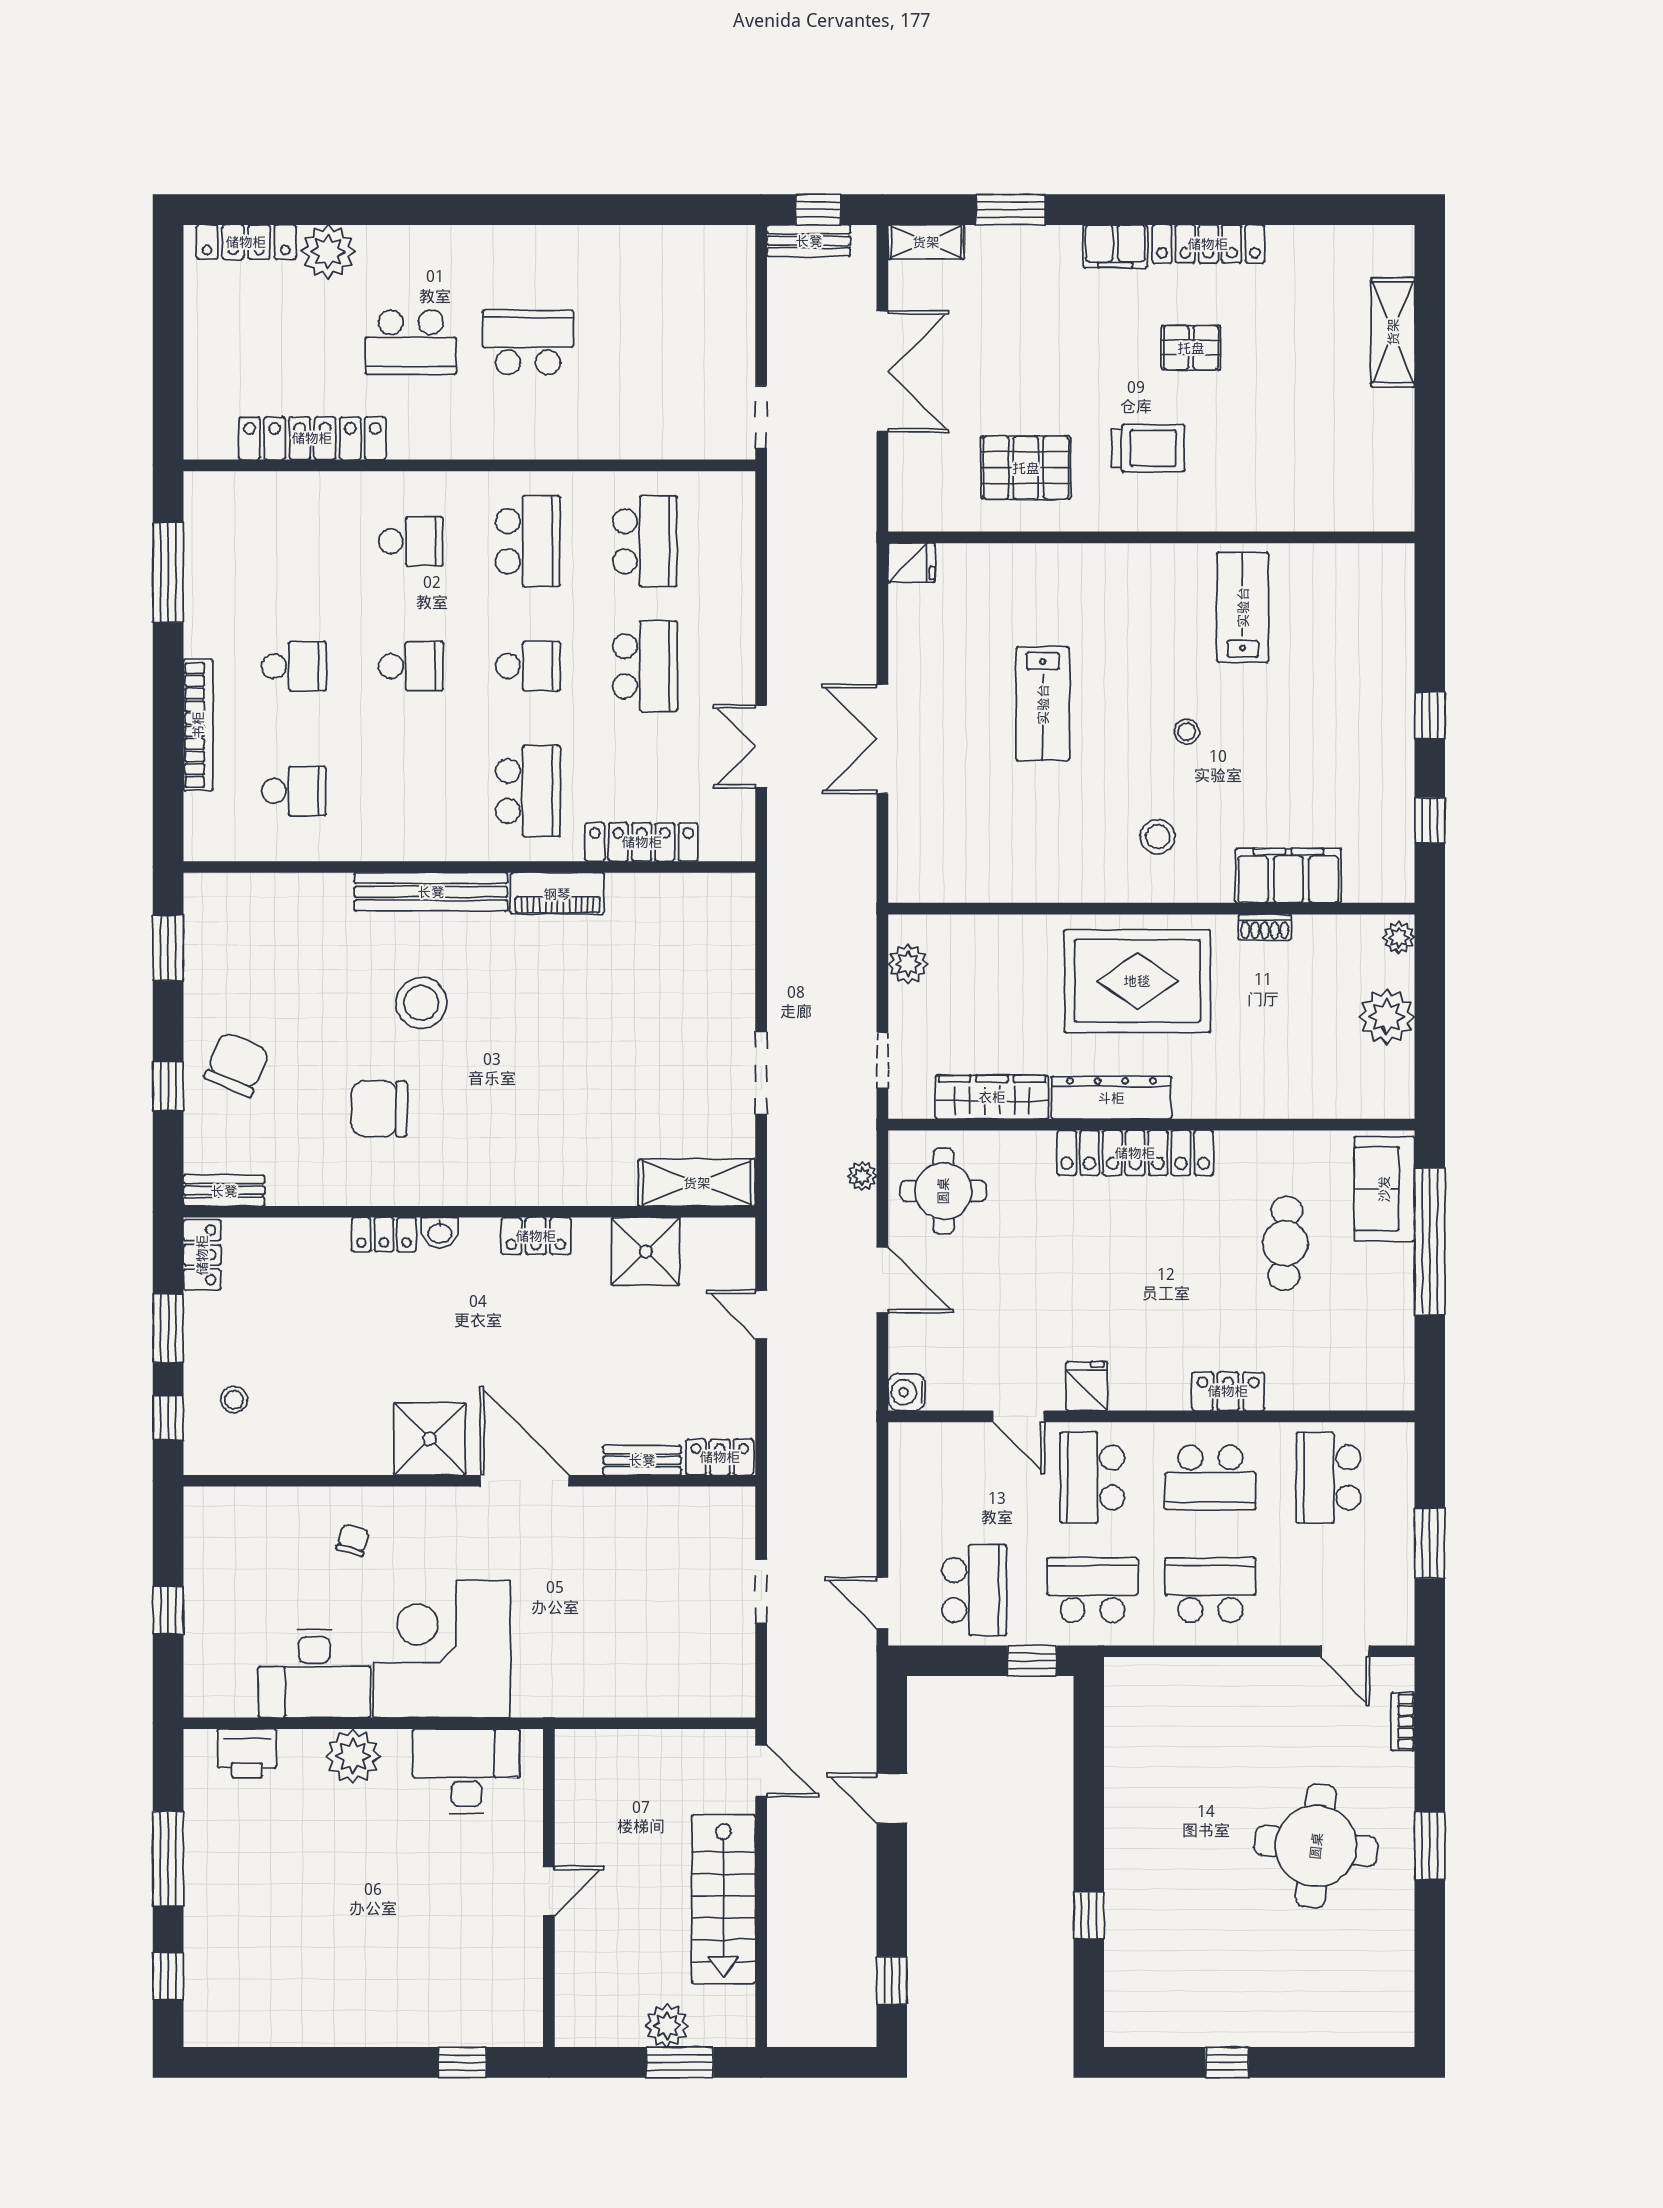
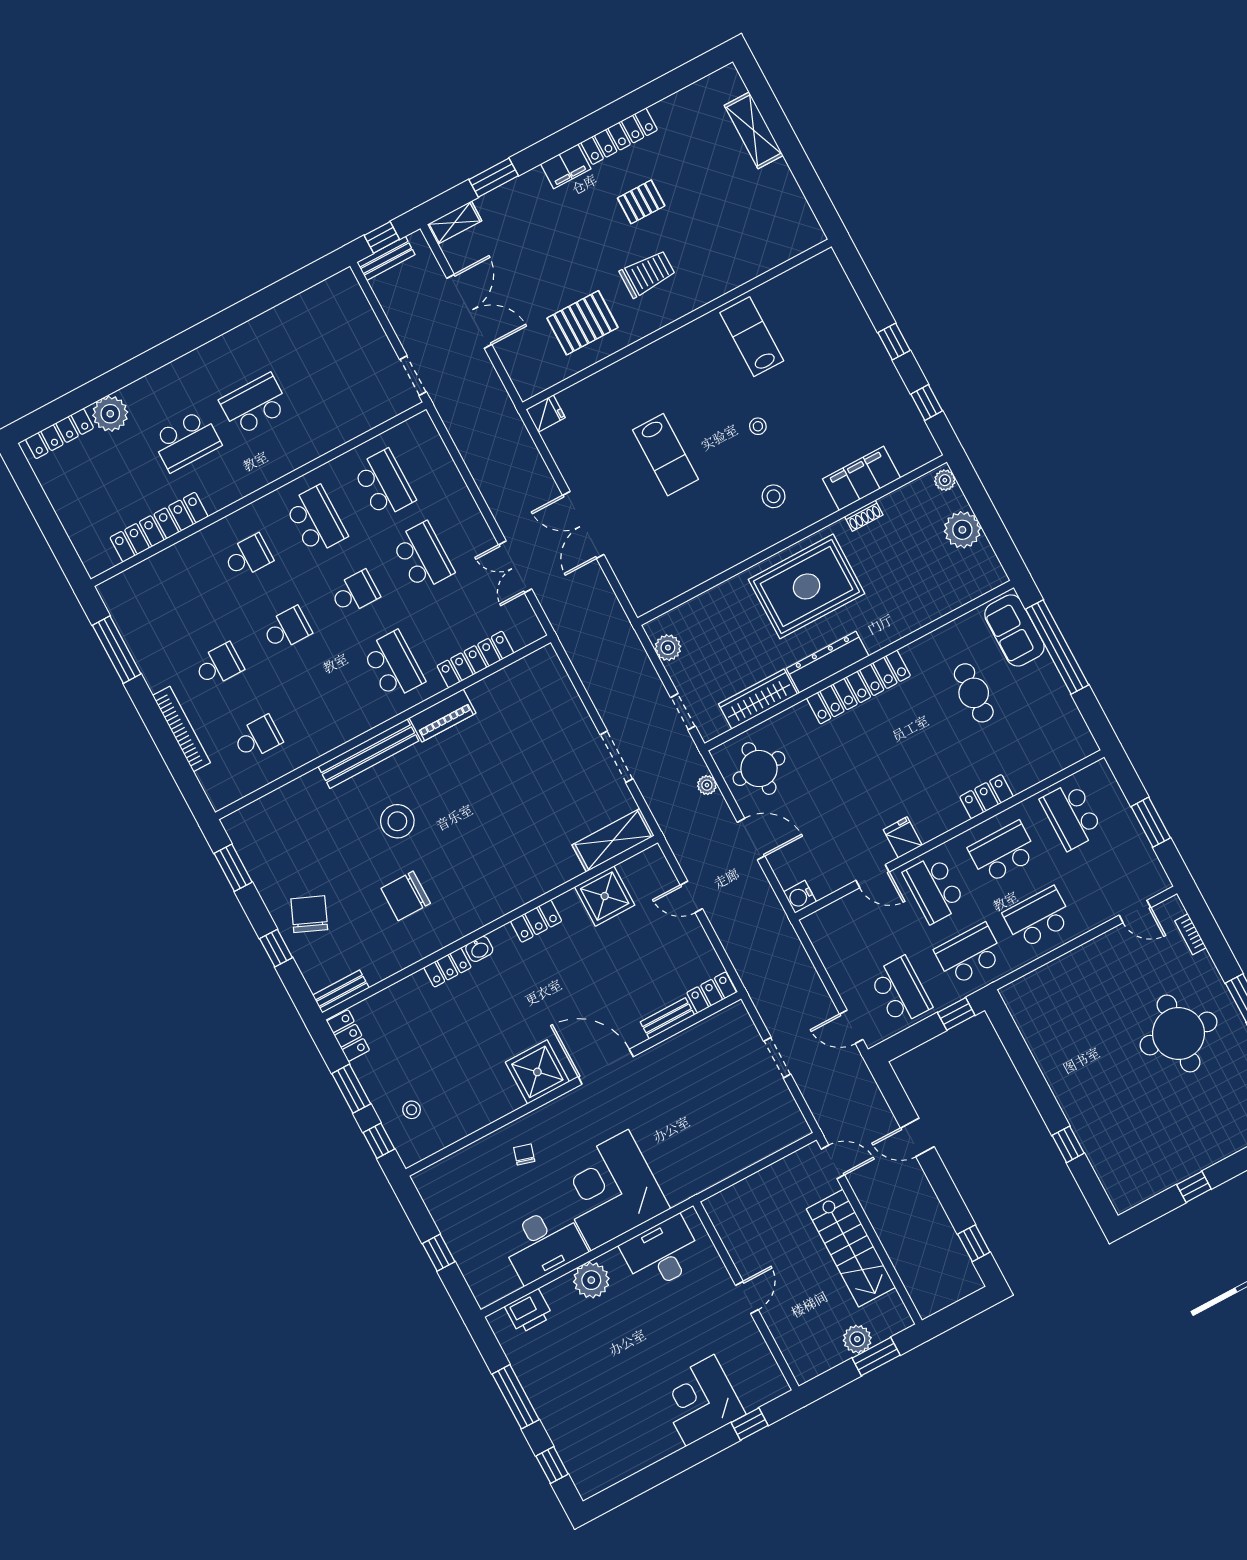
school desk: (1210, 1478) -> (1003, 852), turned 180
corner desk: (413, 1995) -> (700, 1400), added

